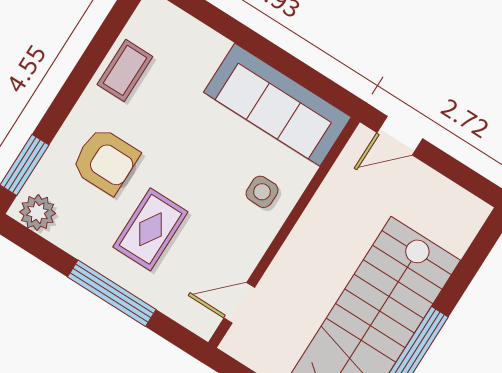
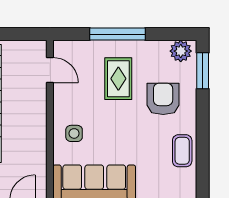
armchair: (105, 161) -> (163, 99), turned 90
door: (239, 303) -> (50, 70), hinge flipped

